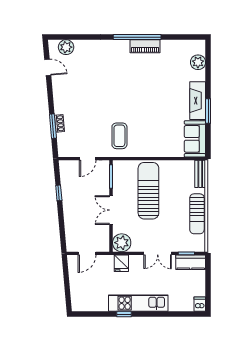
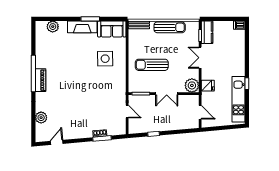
piano: (145, 46) -> (40, 80), moved
plant: (66, 47) -> (41, 118), moved
side table: (156, 130) -> (105, 59), added
coffee table: (119, 136) -> (109, 87), removed
sun lounger: (148, 191) -> (152, 65), width x0.73, depth x0.75
double door: (158, 253) -> (200, 58), swing flipped
kitchen unit: (138, 303) -> (238, 99), moved

